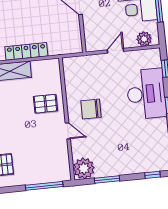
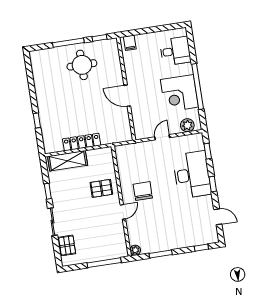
chair: (91, 109) -> (143, 191), turned 90
door: (68, 131) -> (123, 212), hinge flipped
plant: (84, 168) -> (135, 250), width x0.53, depth x0.53

